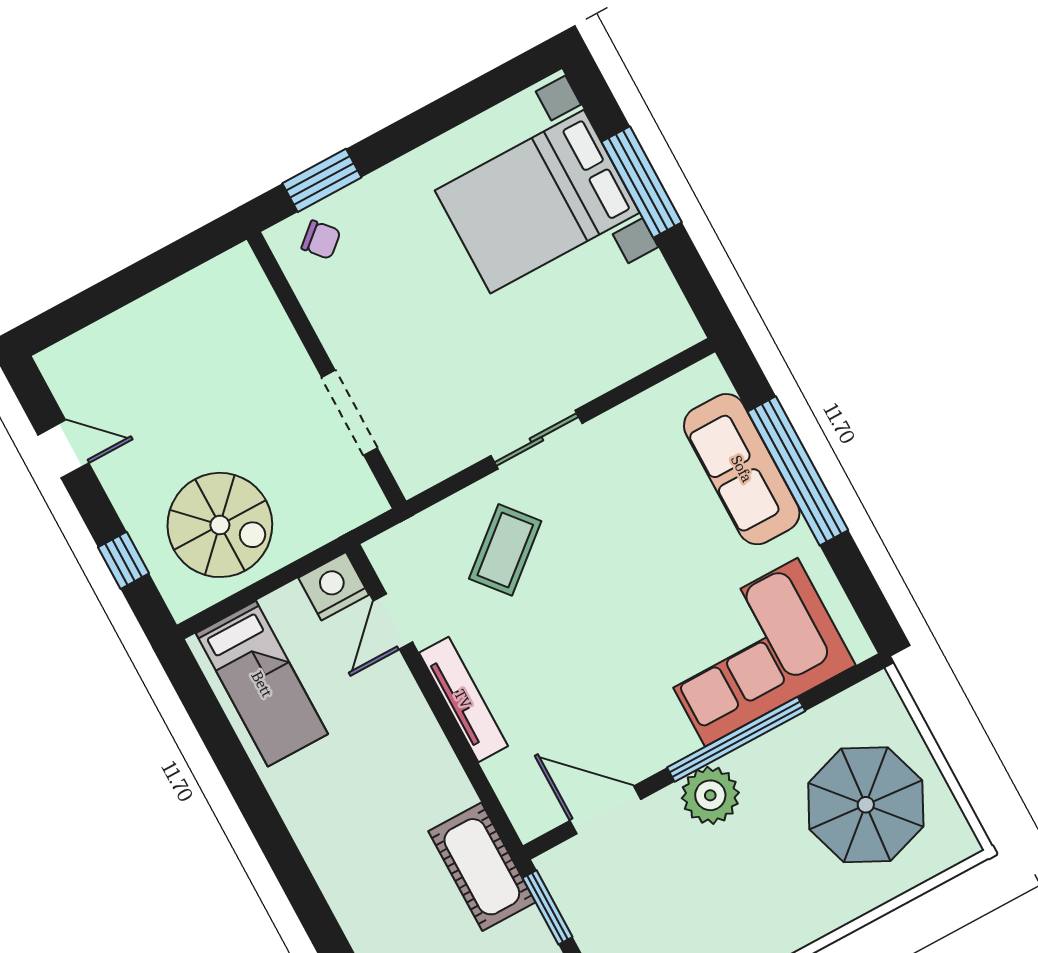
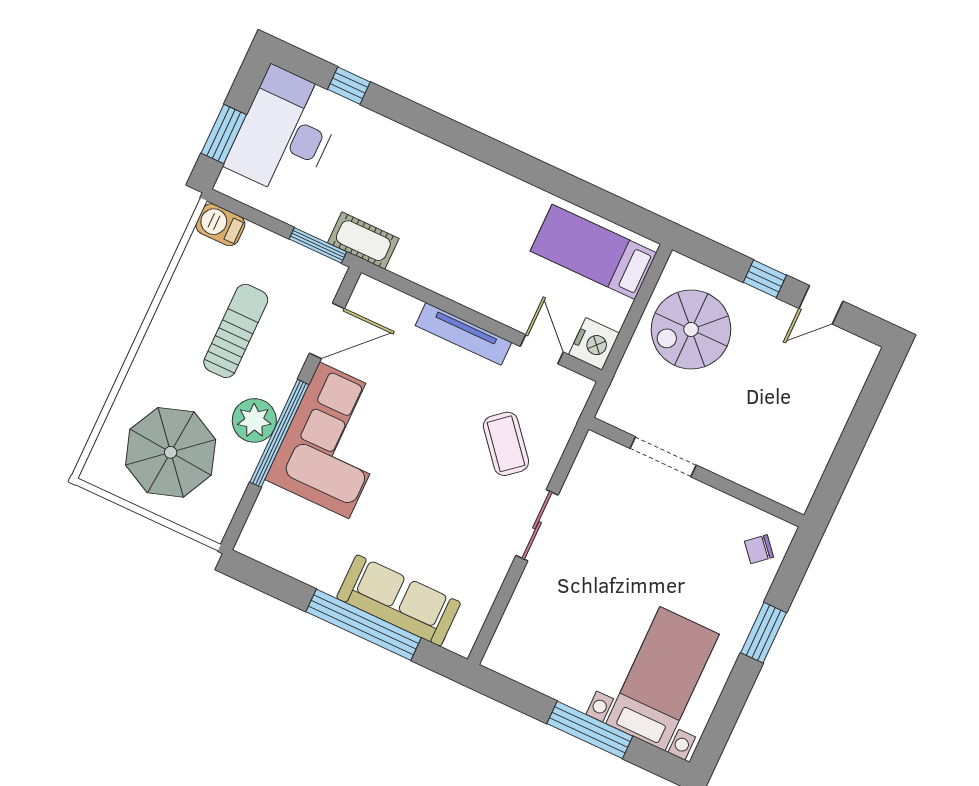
window: (322, 180) -> (764, 633), moved
bed with nightstands: (537, 202) -> (662, 679), width x0.73
window: (124, 560) -> (765, 279), moved
corner sofa: (751, 652) -> (334, 440), moved
plant: (710, 795) -> (254, 420), moved
cot: (482, 867) -> (363, 241), width x0.73, depth x0.75
sun lounger: (702, 882) -> (236, 331), added

